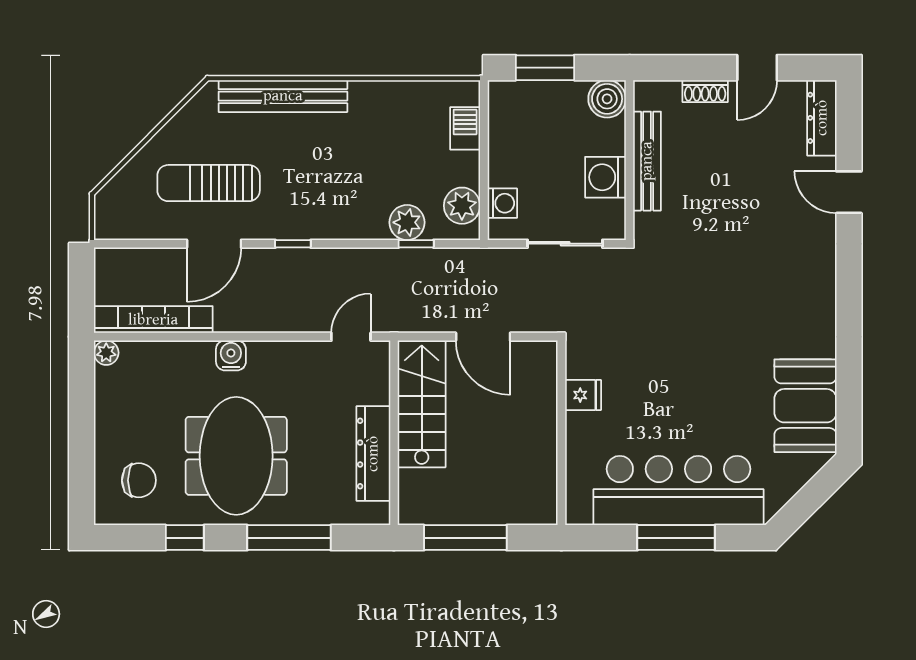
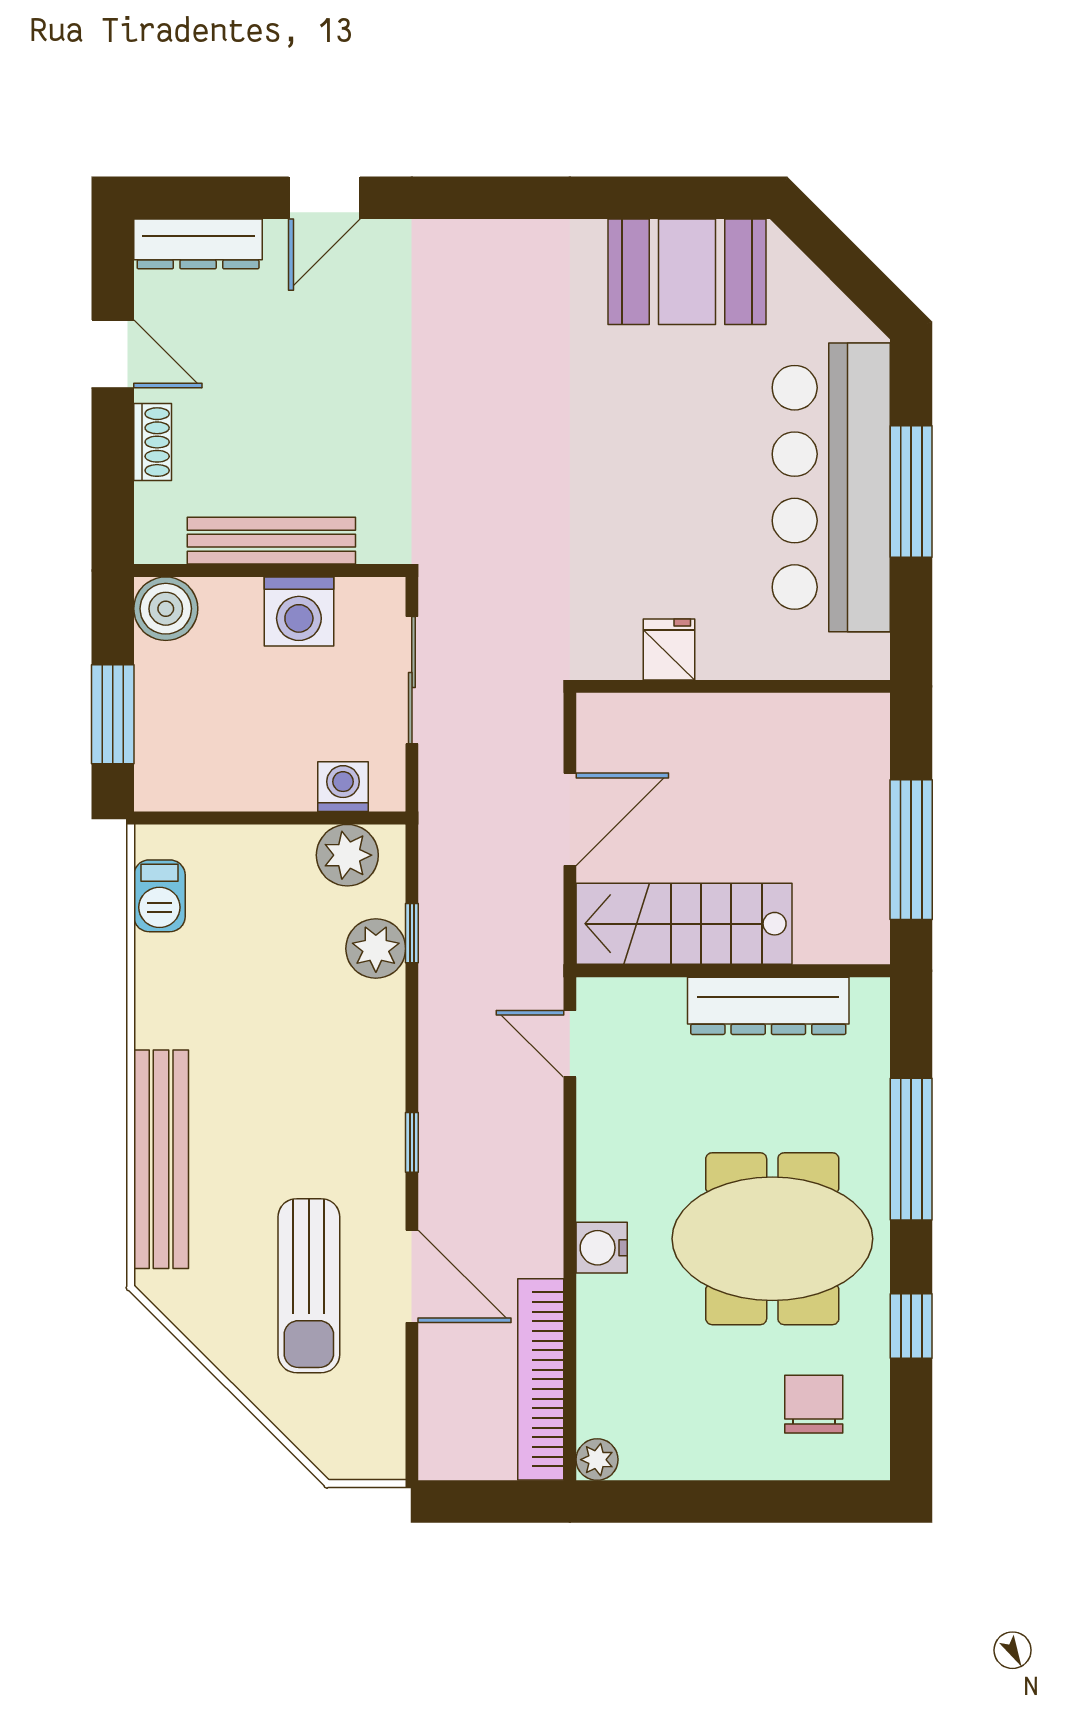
barbecue: (465, 128) -> (159, 896), moved, turned -90

